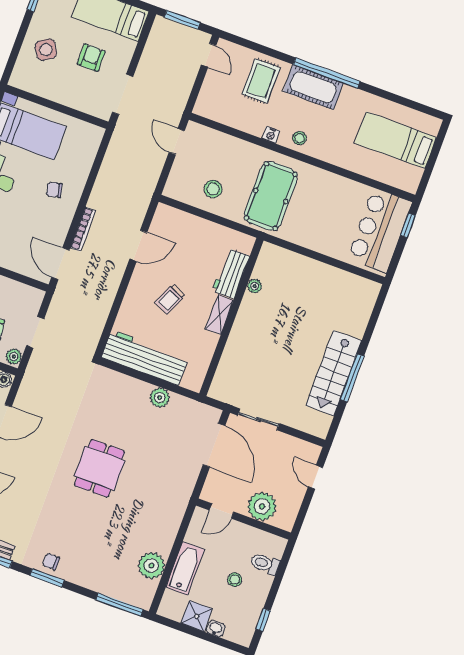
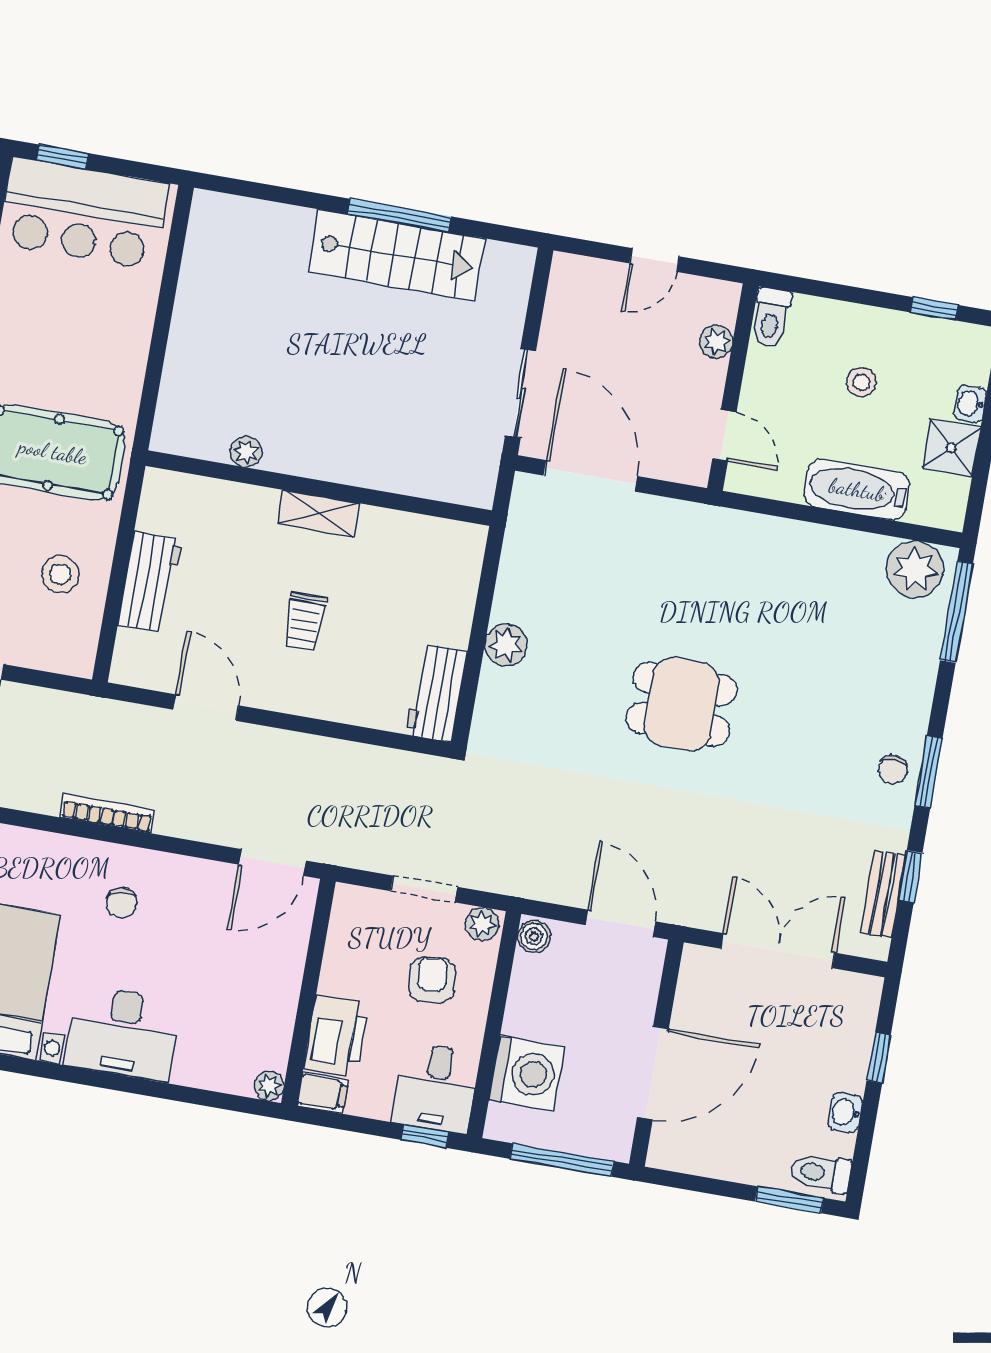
bookcase: (83, 229) -> (107, 814), moved
workbench: (231, 274) -> (150, 582), moved, turned -90
trolley: (170, 299) -> (304, 622), turned 66
workbench: (145, 358) -> (436, 693), width x0.53, depth x0.76
plant: (160, 398) -> (506, 645), moved
door: (214, 445) -> (591, 476), hinge flipped
door: (316, 477) -> (655, 260), moved
plant: (262, 506) -> (716, 342), width x0.53, depth x0.53
toilet: (265, 564) -> (771, 318), moved
plant: (151, 566) -> (915, 569), moved

